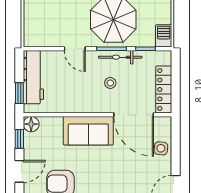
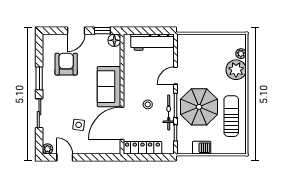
barbecue: (164, 36) -> (202, 148), moved
window: (19, 93) -> (139, 31), removed
side table: (161, 148) -> (79, 125), moved
door: (19, 171) -> (76, 31), hinge flipped

